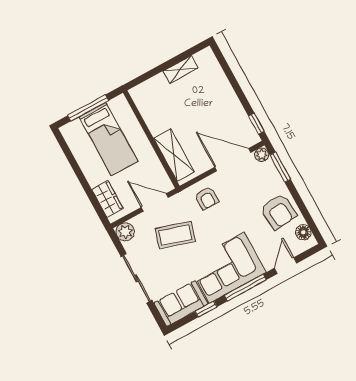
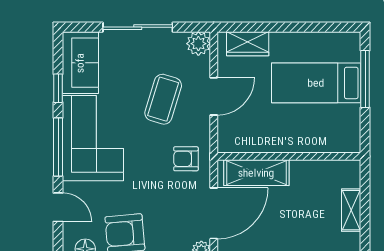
wall: (151, 139) -> (289, 156), moved
shelving: (174, 155) -> (256, 173), moved

